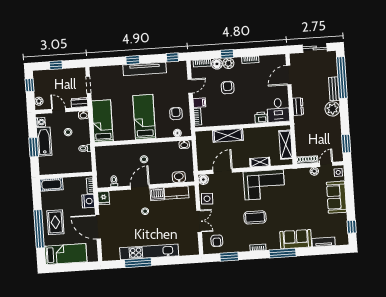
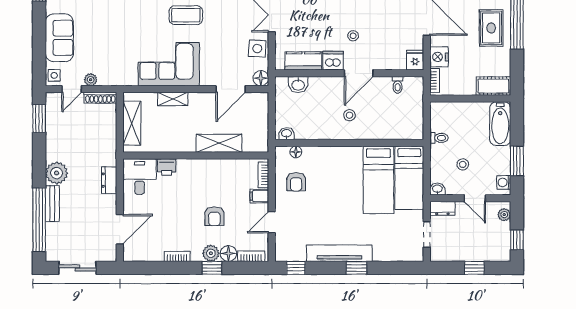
bed: (144, 117) -> (378, 180), moved
bathtub: (44, 142) -> (500, 124), moved
window: (34, 147) -> (517, 161), moved

